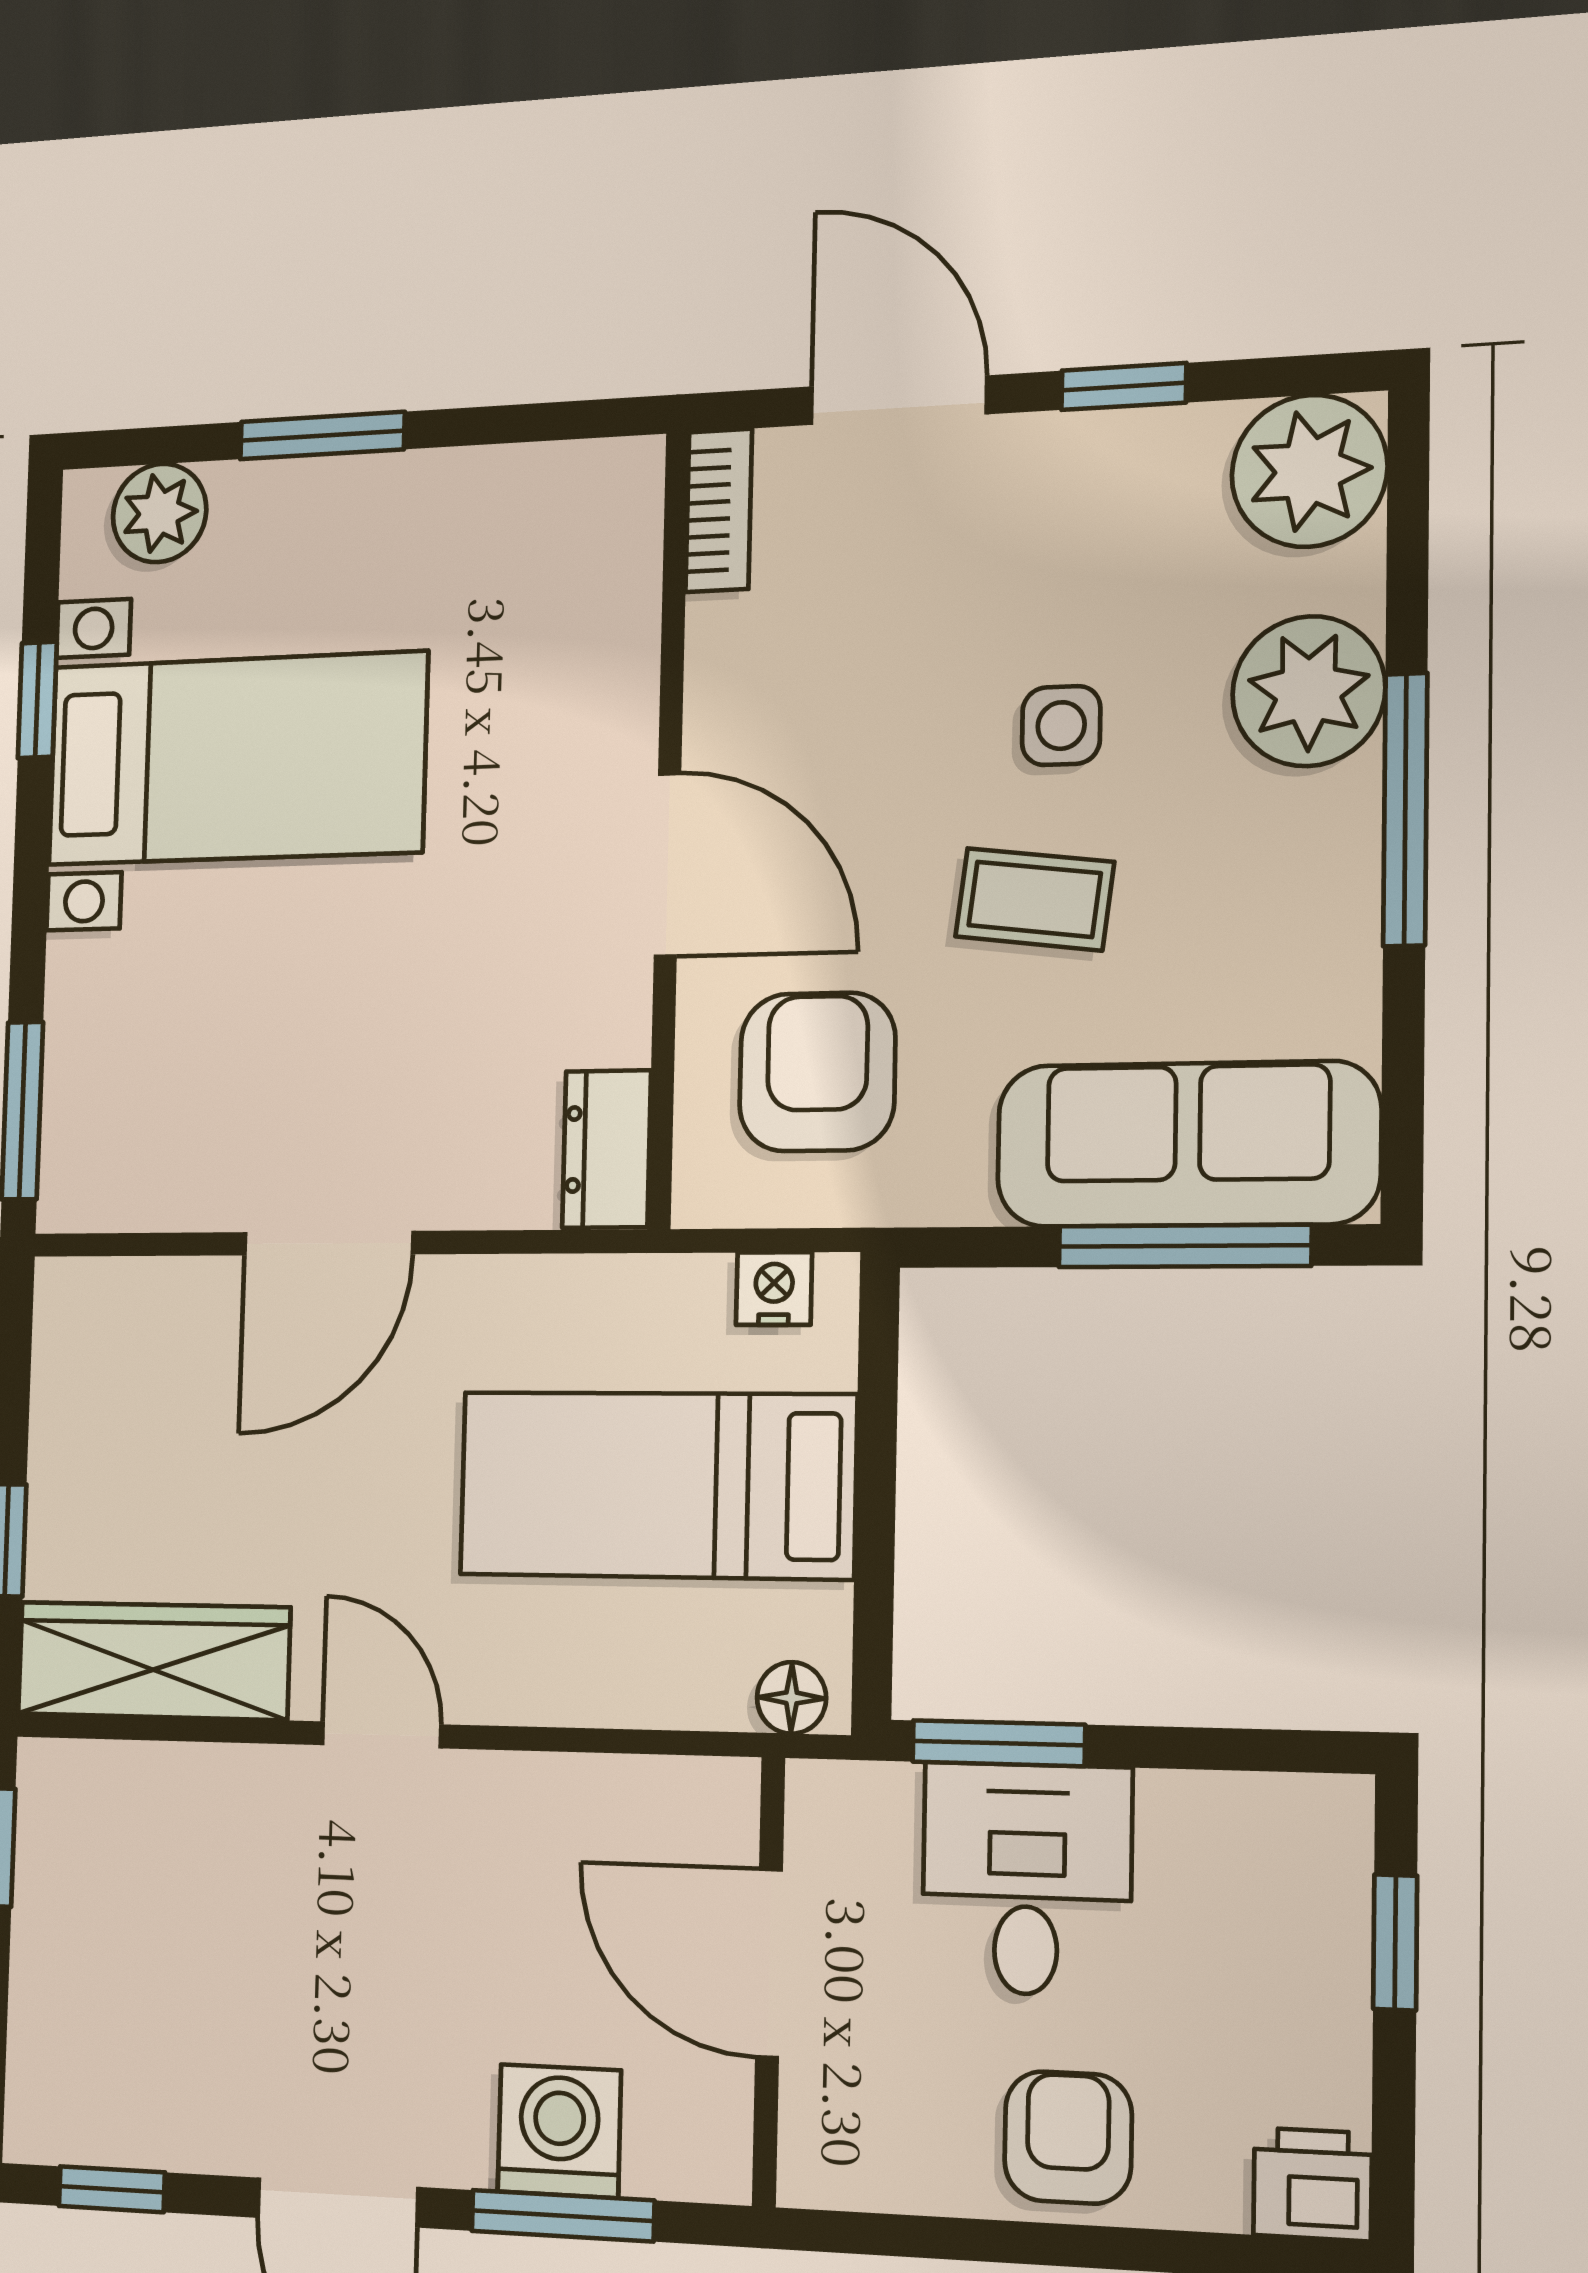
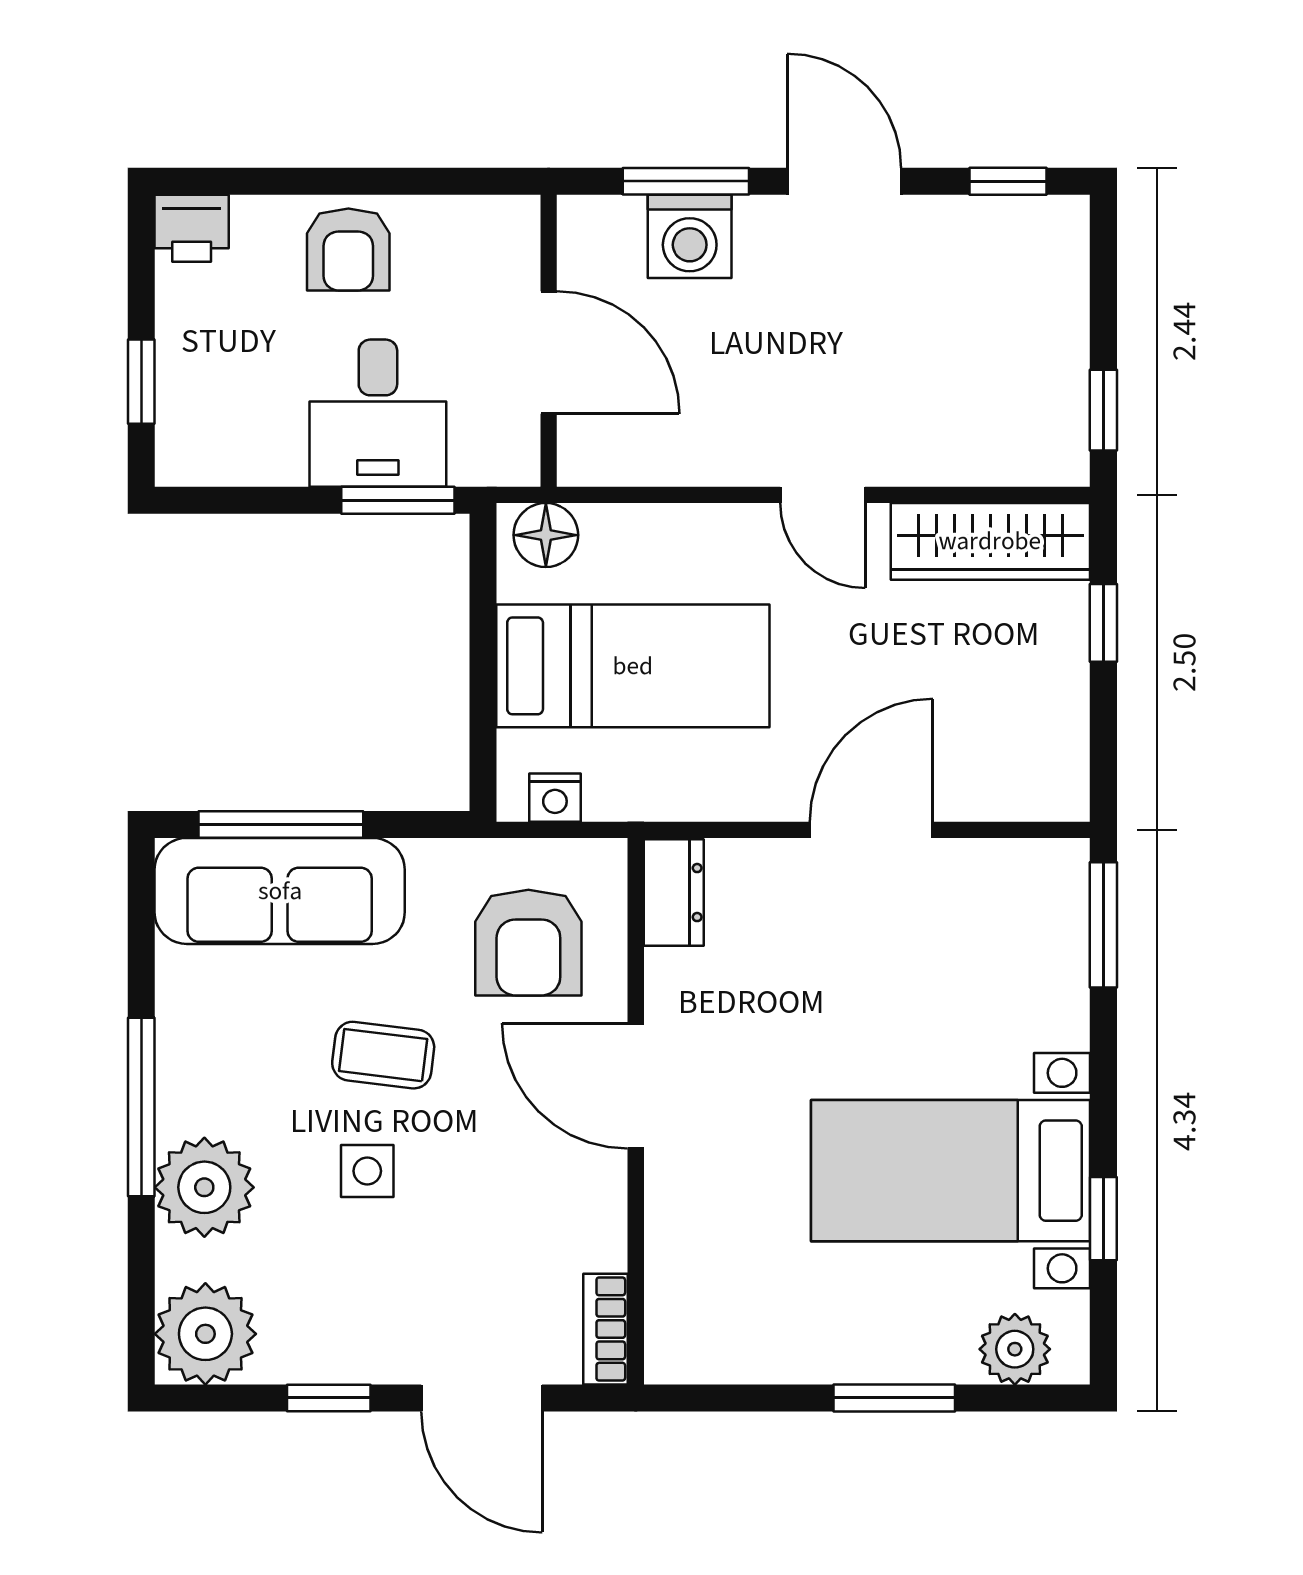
floor lamp: (792, 1698) -> (546, 535), width x1.37, depth x1.37

